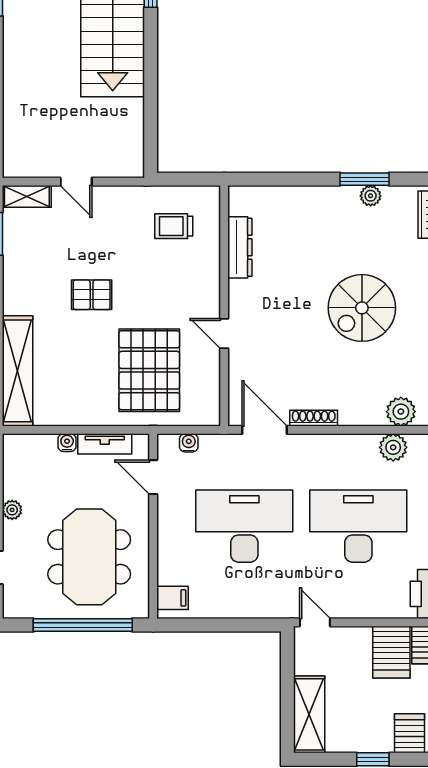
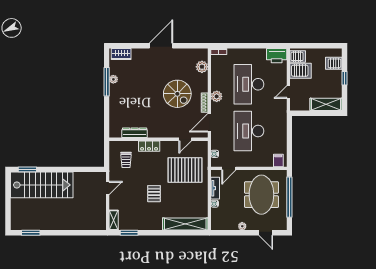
window: (365, 179) -> (107, 82), width x1.44
door: (76, 182) -> (108, 188), moved
locker: (207, 283) -> (149, 146), added
spiral stairs: (362, 308) -> (177, 94), moved
door: (224, 334) -> (185, 139), moved
plant: (393, 447) -> (217, 96), moved
meeting table: (89, 557) -> (261, 195), turned 90
door: (315, 622) -> (288, 92), moved

